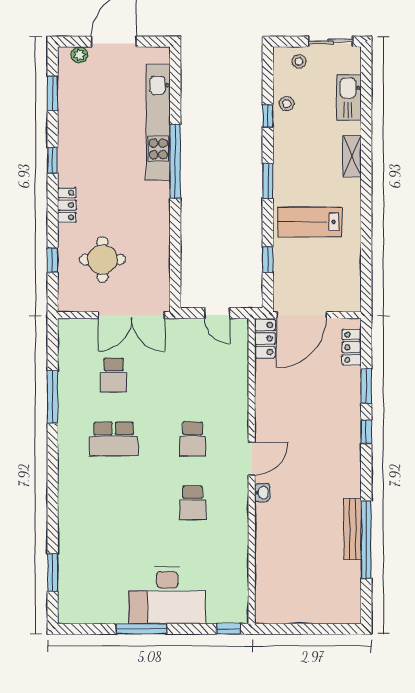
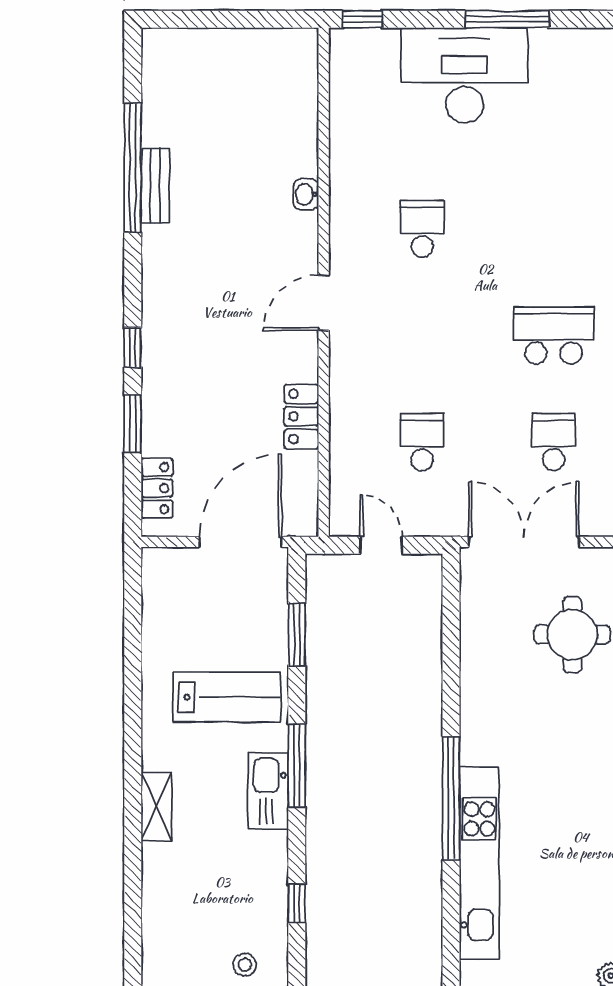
kitchen sink: (349, 97) -> (268, 791), moved, turned 180
stool: (287, 104) -> (265, 894), removed
window: (268, 116) -> (297, 903), moved
window: (268, 181) -> (297, 766), width x1.44
window: (268, 259) -> (297, 635), width x1.50
locker: (265, 339) -> (301, 416), moved
school desk: (193, 439) -> (422, 442), moved
washbasin: (262, 493) -> (306, 194), moved
bench: (353, 529) -> (155, 186), width x0.73

